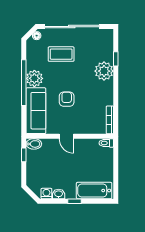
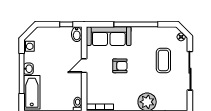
sliding door: (72, 27) -> (190, 71), width x0.73
plant: (34, 78) -> (140, 35), removed
washbasin: (59, 194) -> (28, 69), moved
window: (75, 201) -> (22, 73), width x3.17

